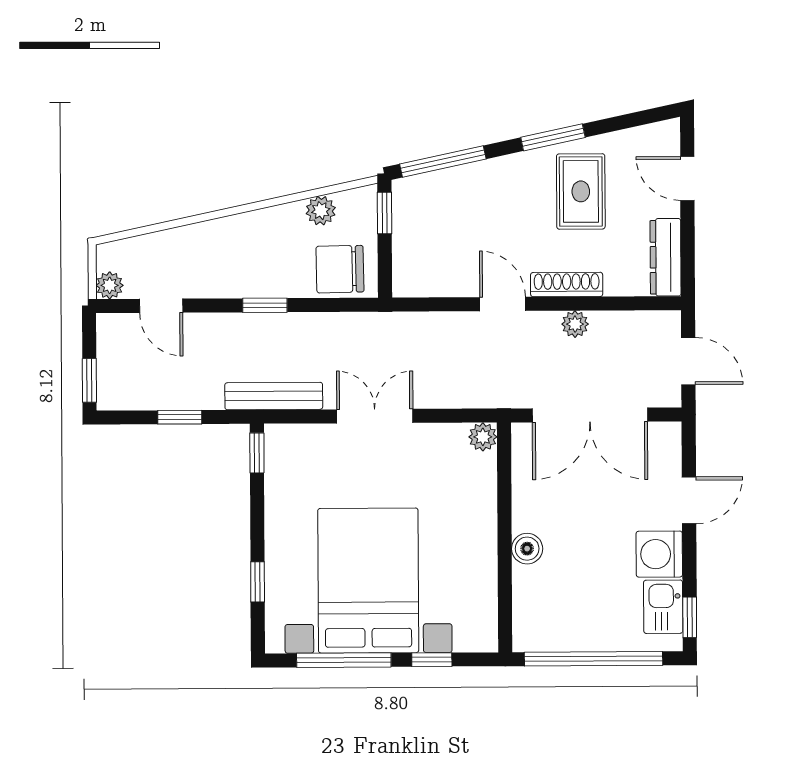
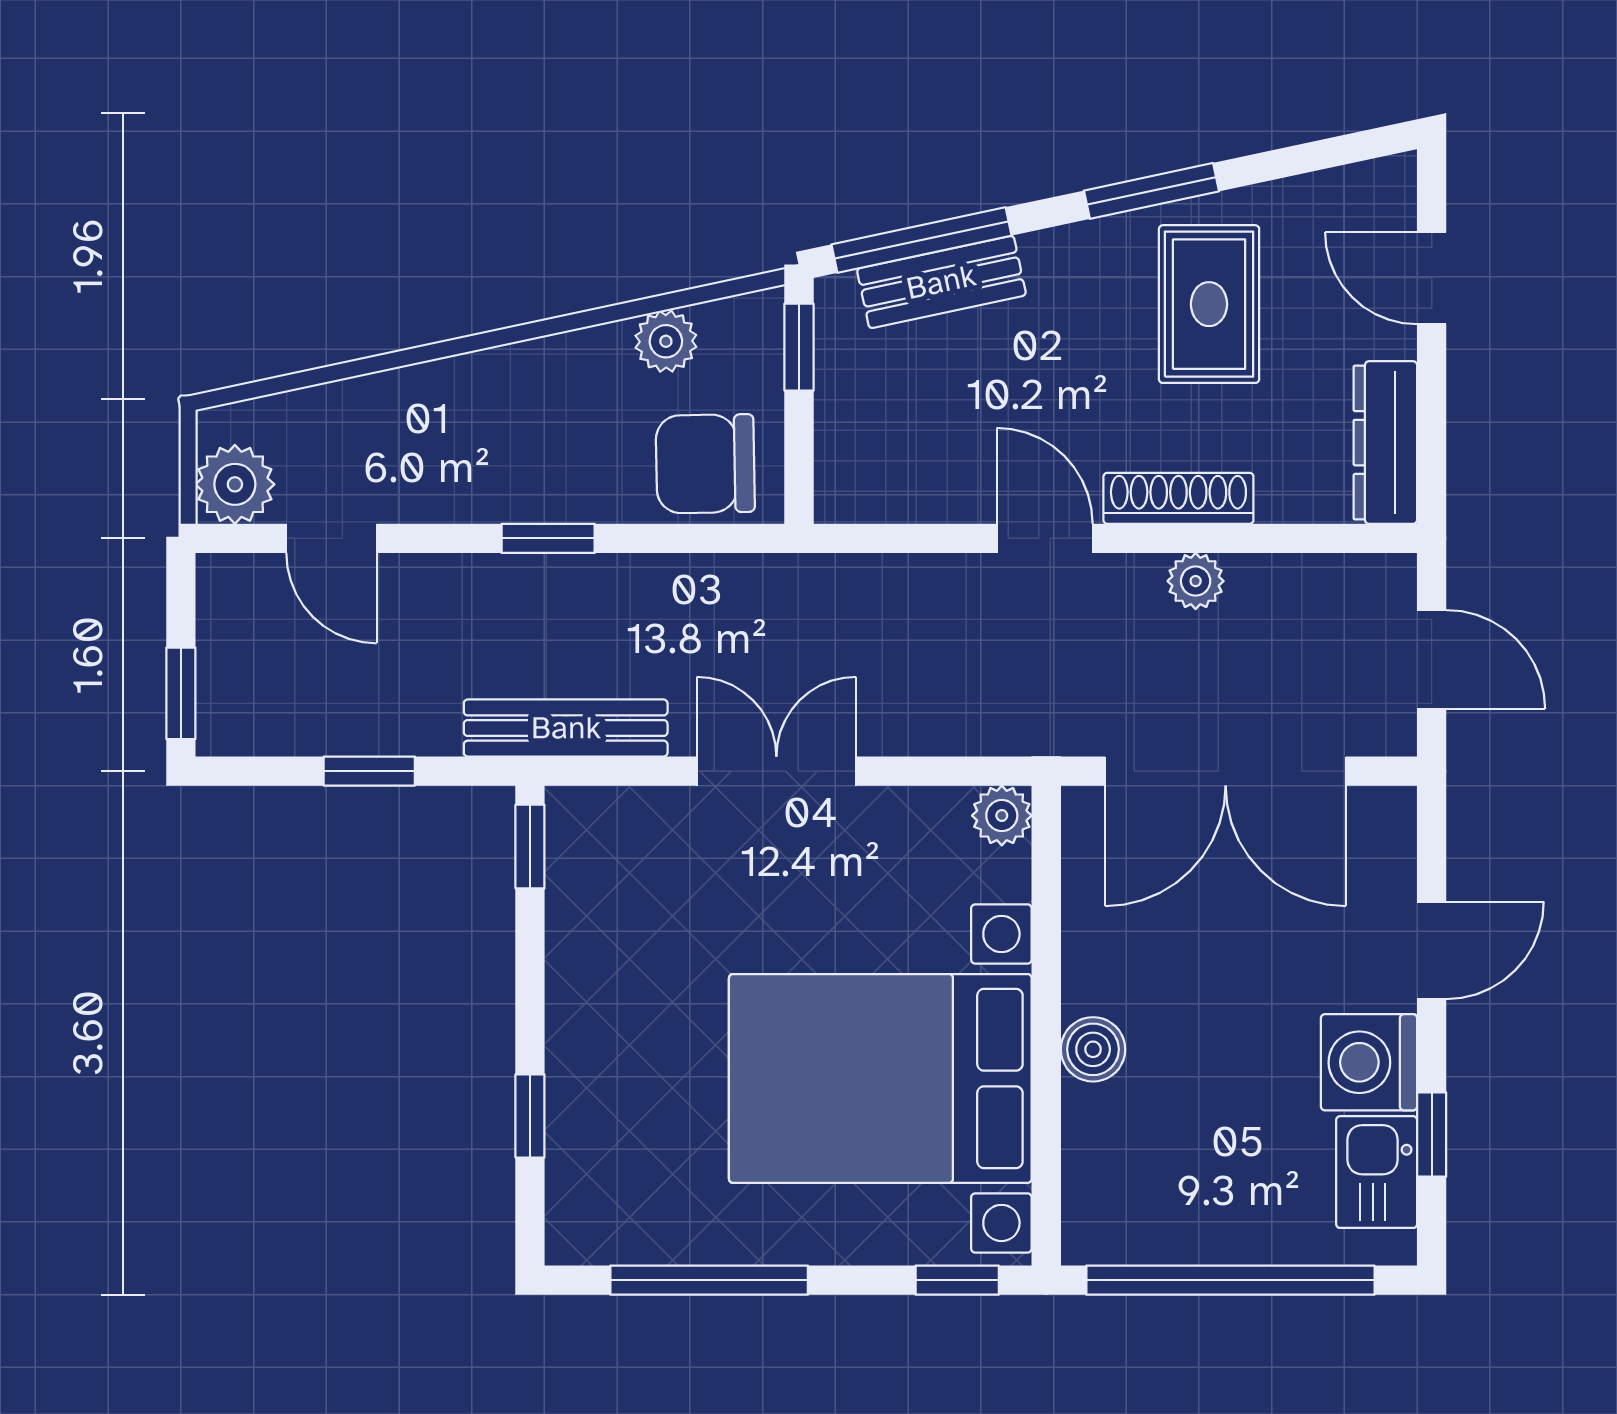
bench: (453, 181) -> (941, 282), added
plant: (110, 285) -> (235, 484), width x1.38, depth x1.38
bed with nightstands: (368, 581) -> (880, 1078), moved, turned -90
window: (690, 617) -> (1432, 1134), moved
window: (432, 660) -> (957, 1280), moved

